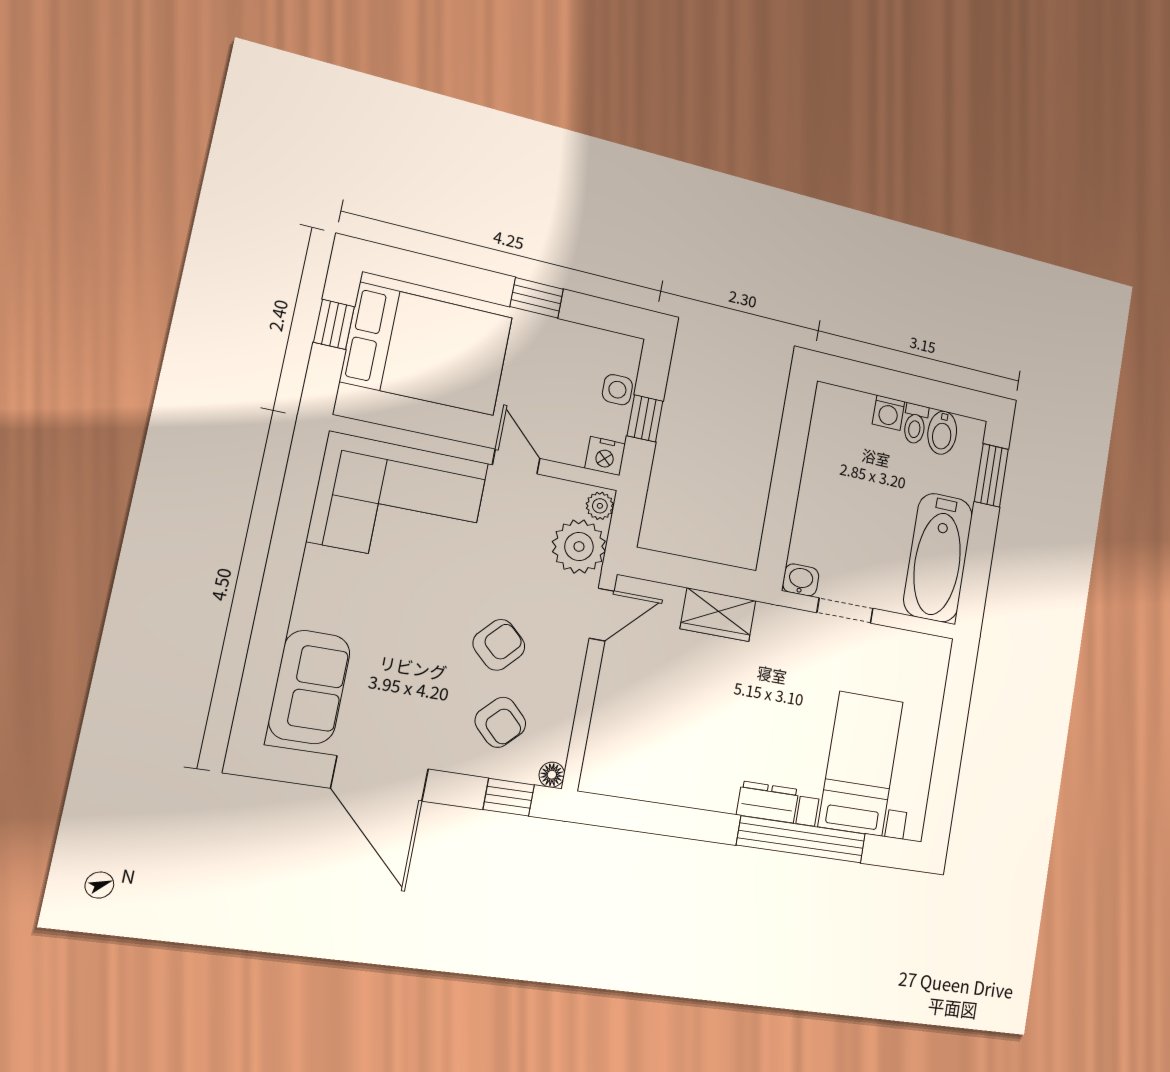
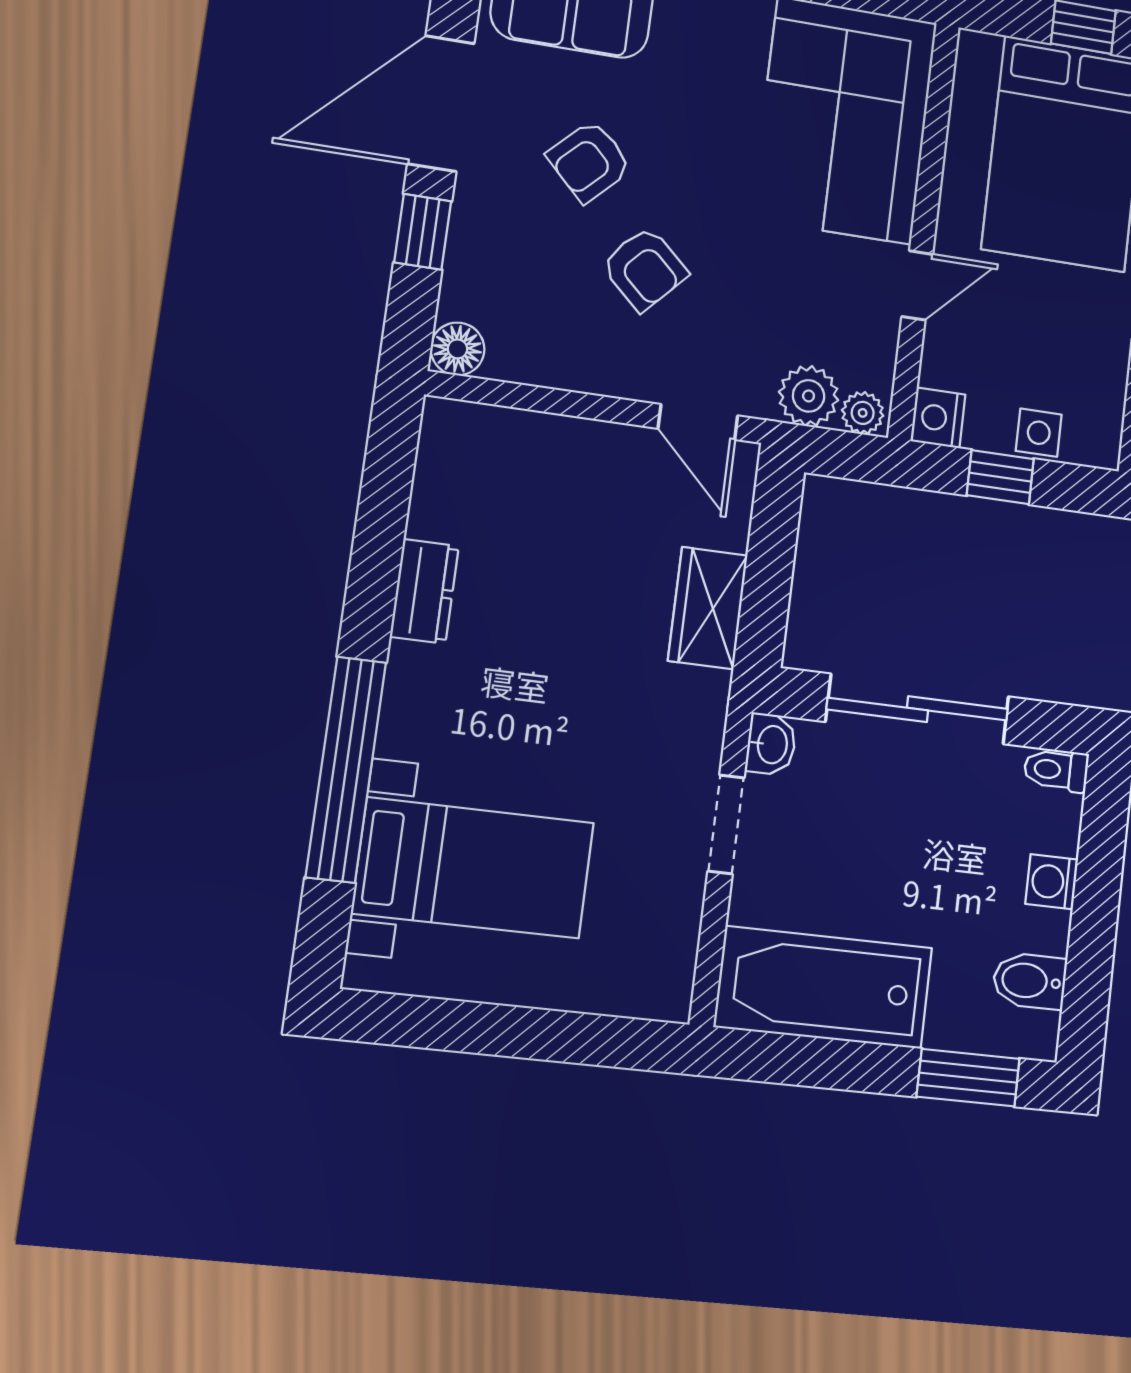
toilet: (915, 424) -> (1056, 770), moved
sliding door: (785, 486) -> (918, 709), added
plant: (579, 547) -> (809, 396), width x0.73, depth x0.73
armchair: (500, 722) -> (589, 161), moved
floor lamp: (552, 775) -> (457, 349), width x1.37, depth x1.37
window: (509, 797) -> (423, 232), moved
dresser: (768, 802) -> (424, 591), moved

